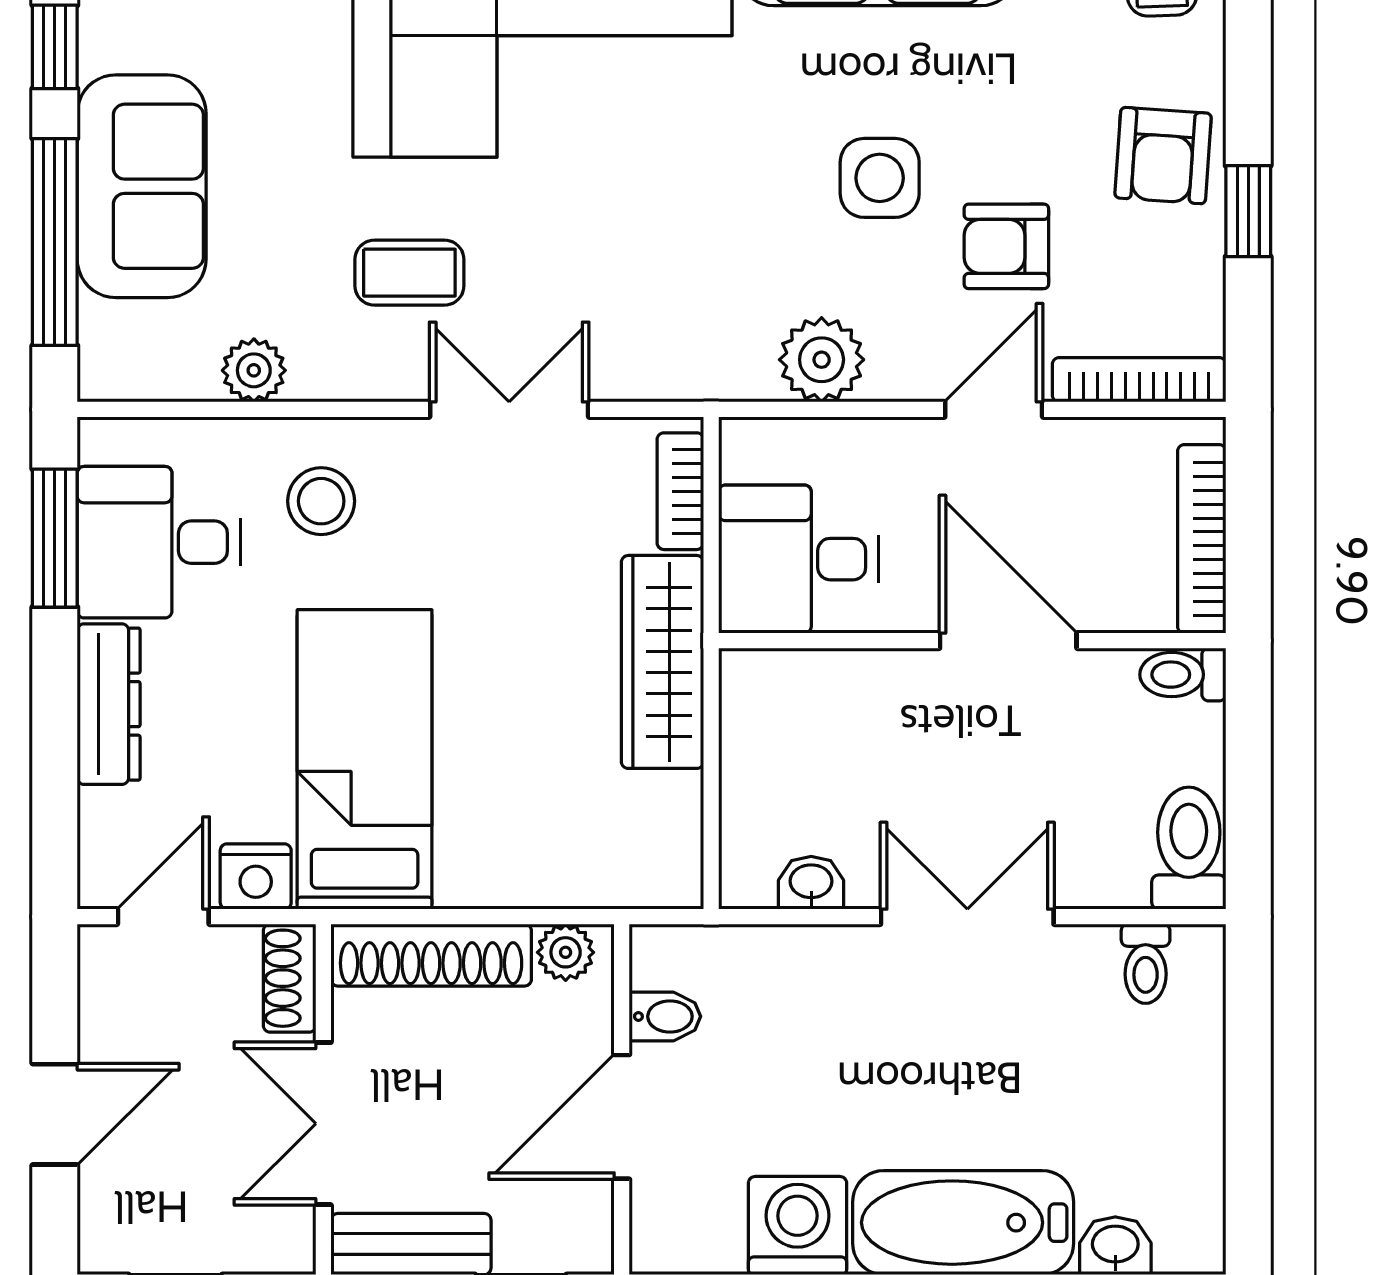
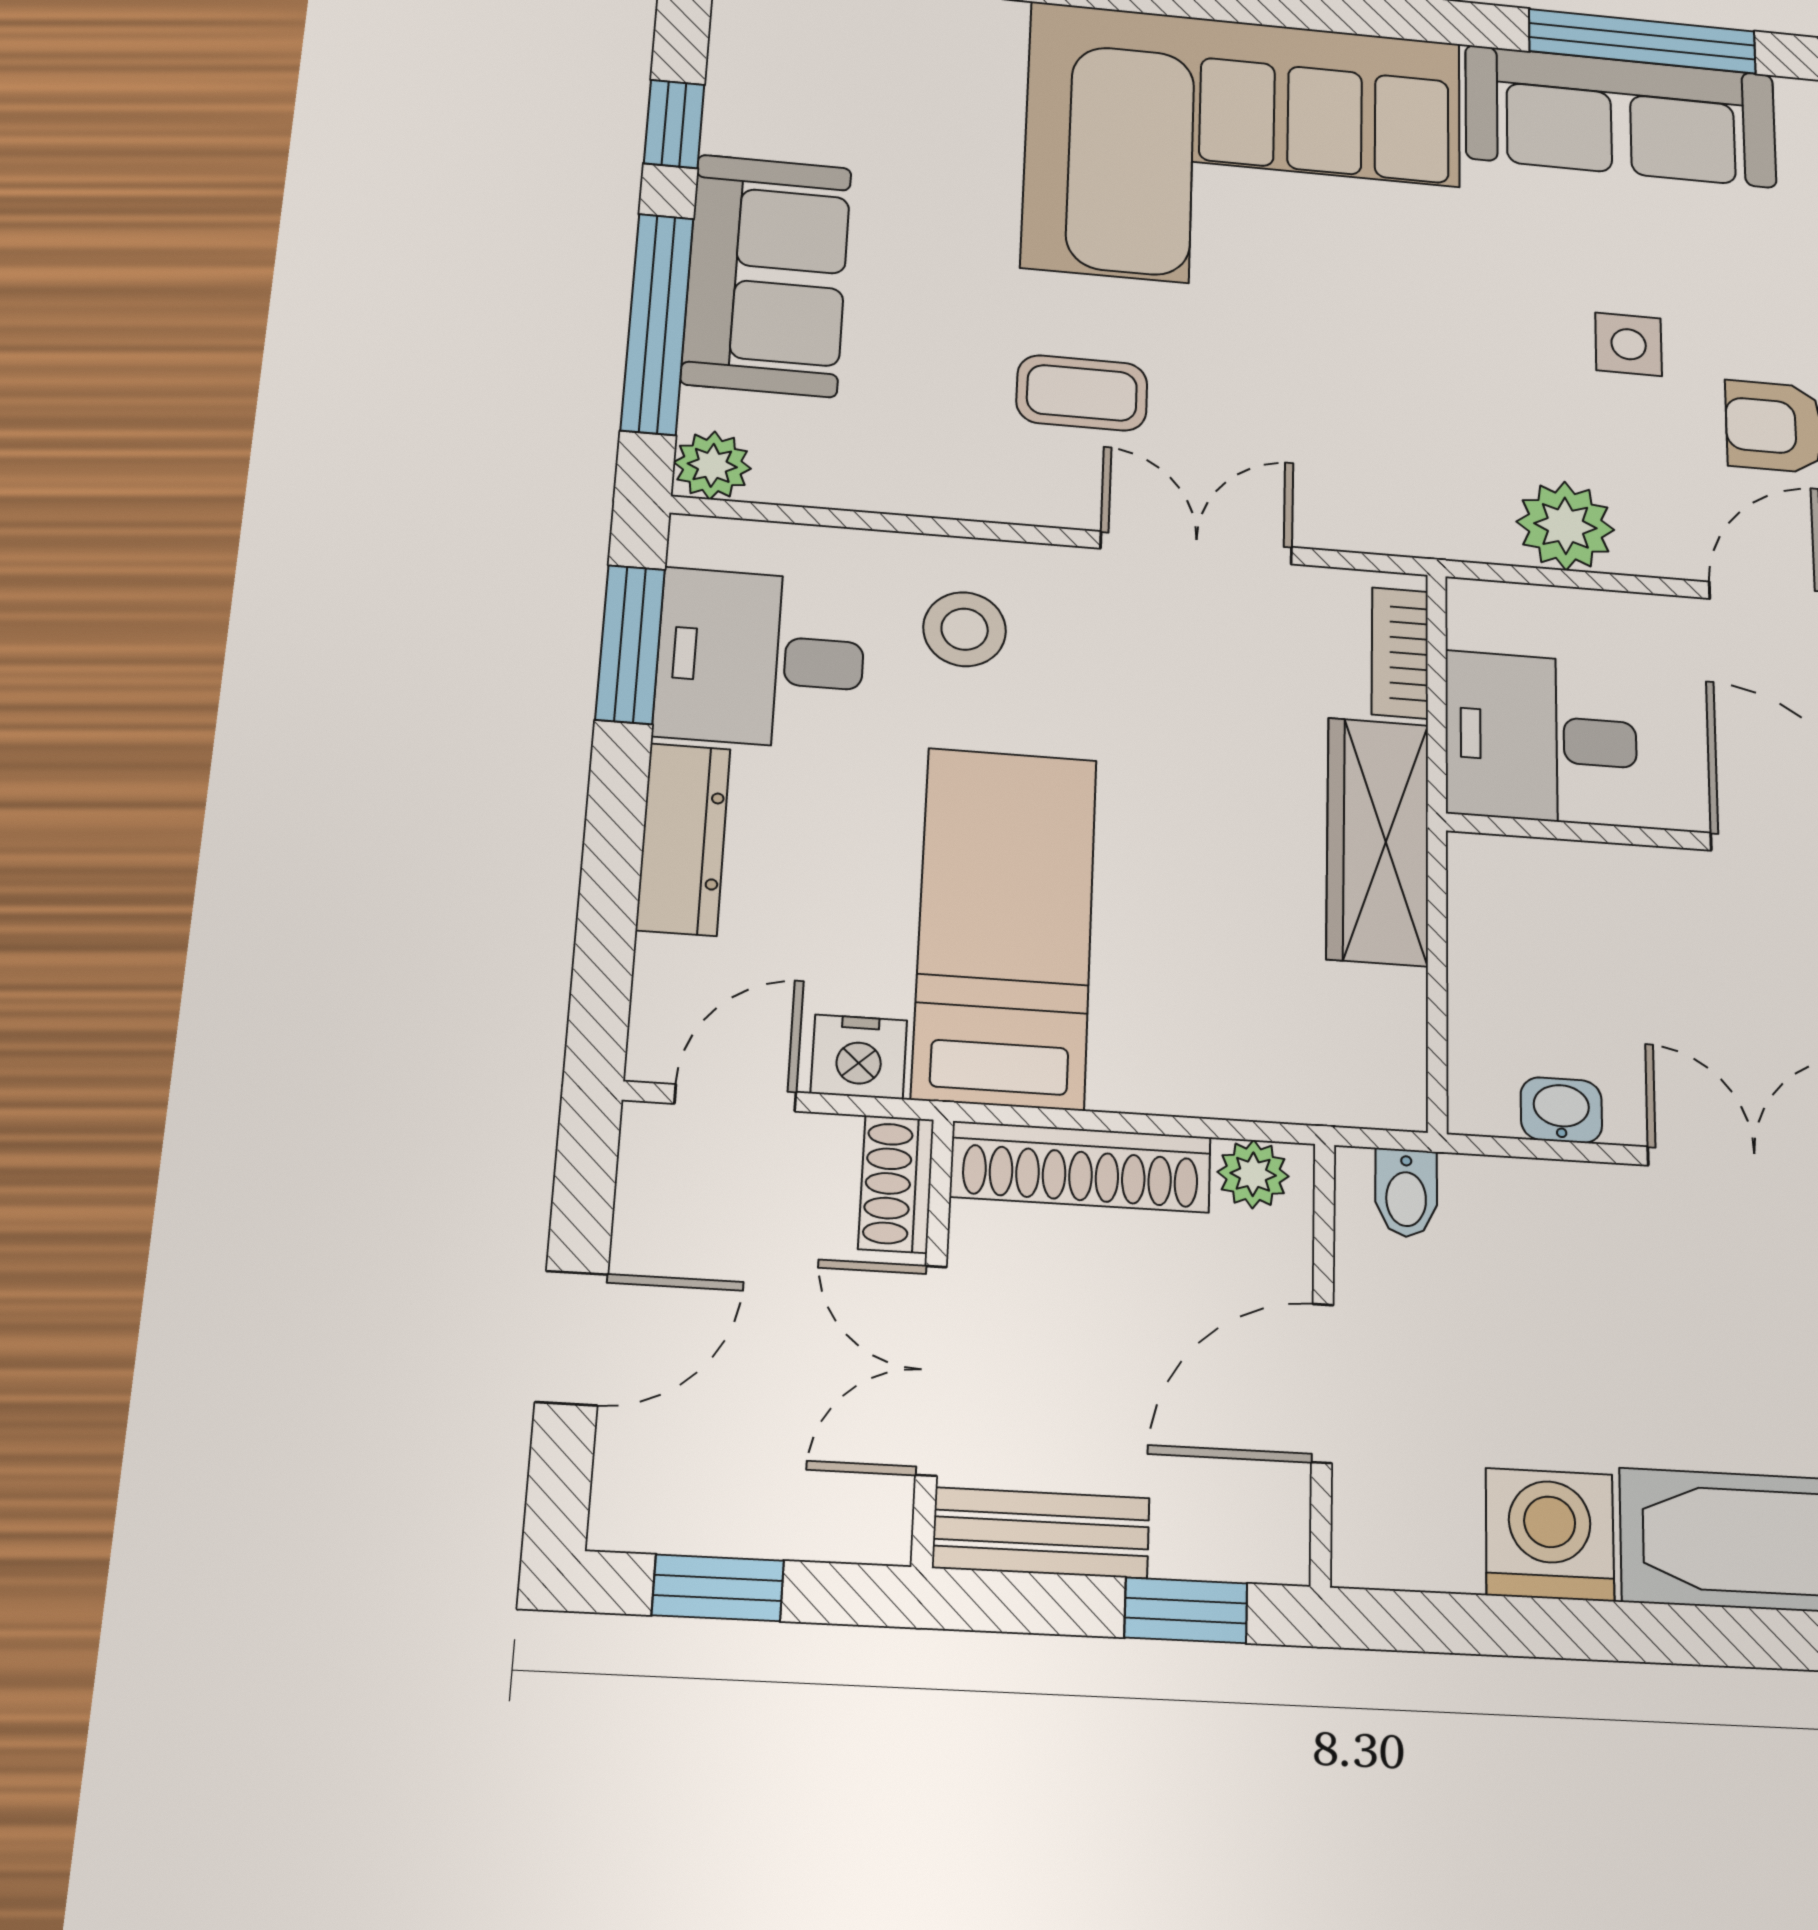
side table: (880, 178) -> (1629, 344), width x0.73, depth x0.73
plant: (254, 370) -> (712, 465), moved
bidet: (665, 1016) -> (1406, 1193), moved, turned 90

